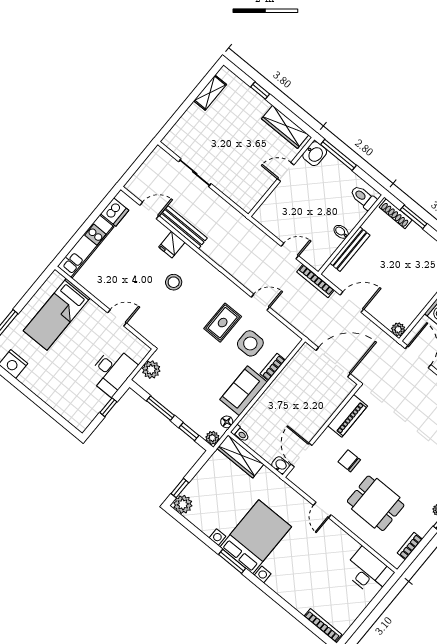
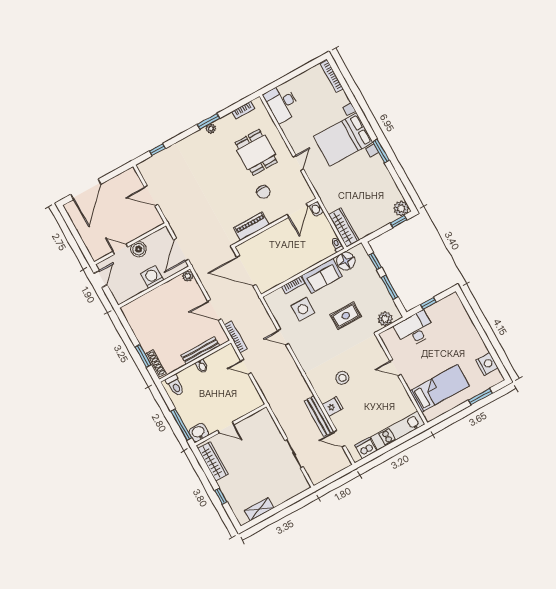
rug: (223, 323) -> (346, 316), moved
floor lamp: (227, 422) -> (346, 261), width x1.89, depth x1.89
plant: (212, 438) -> (359, 250), removed
bed with nightstands: (256, 537) -> (343, 139), moved

